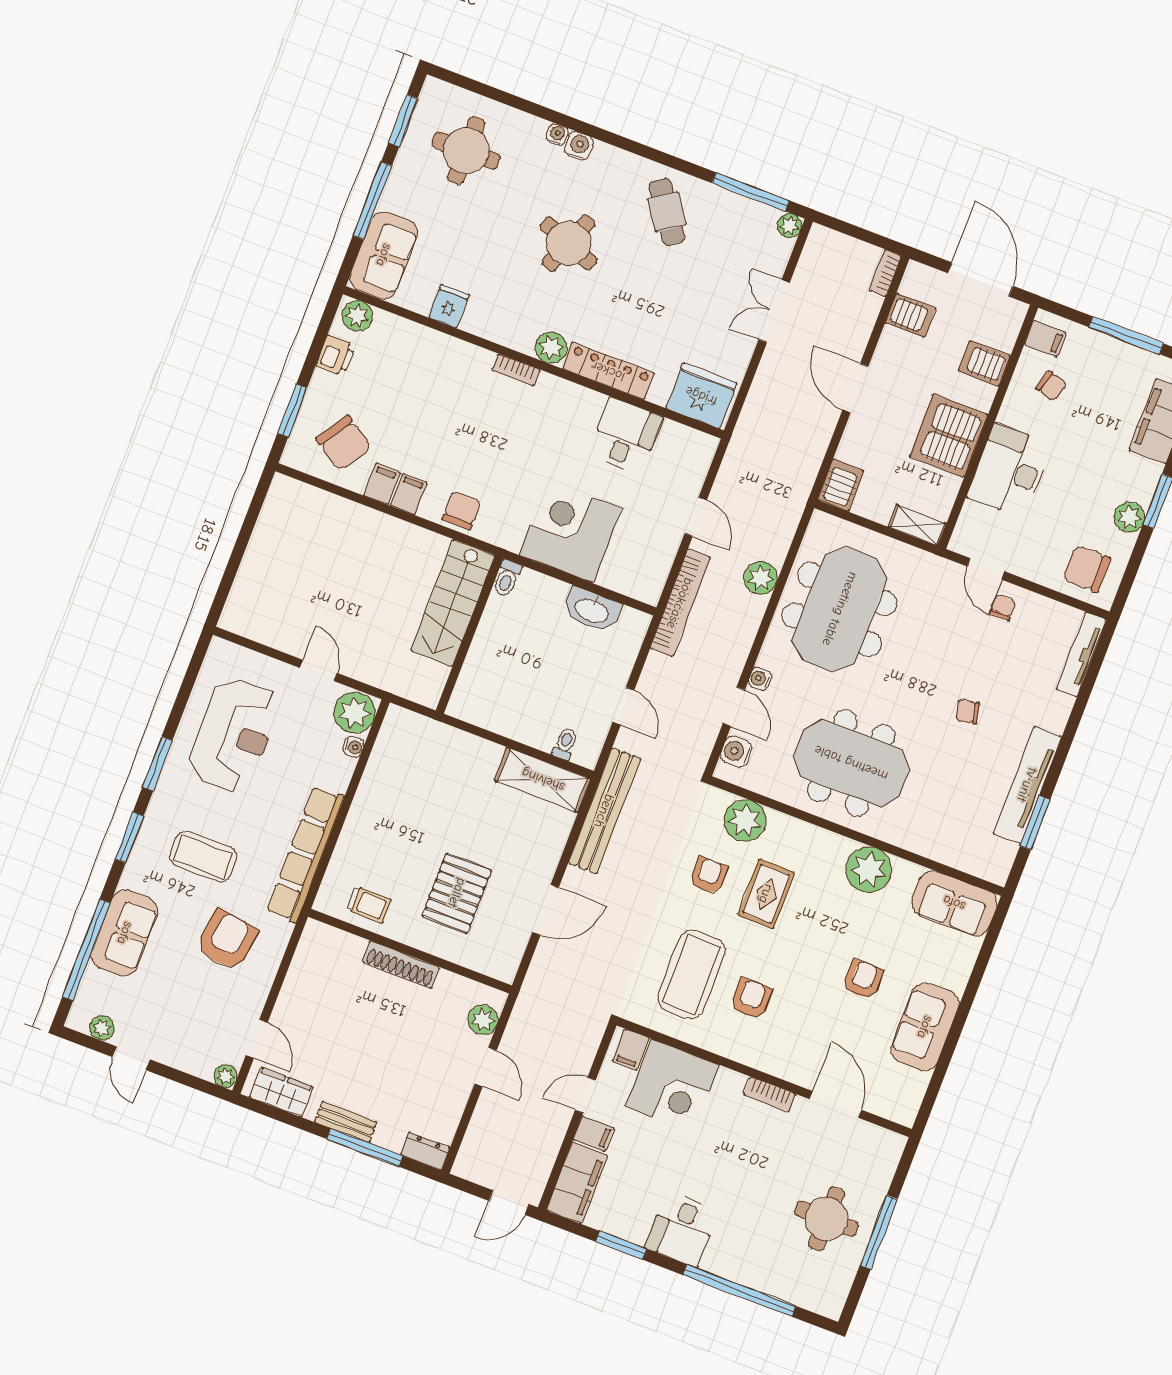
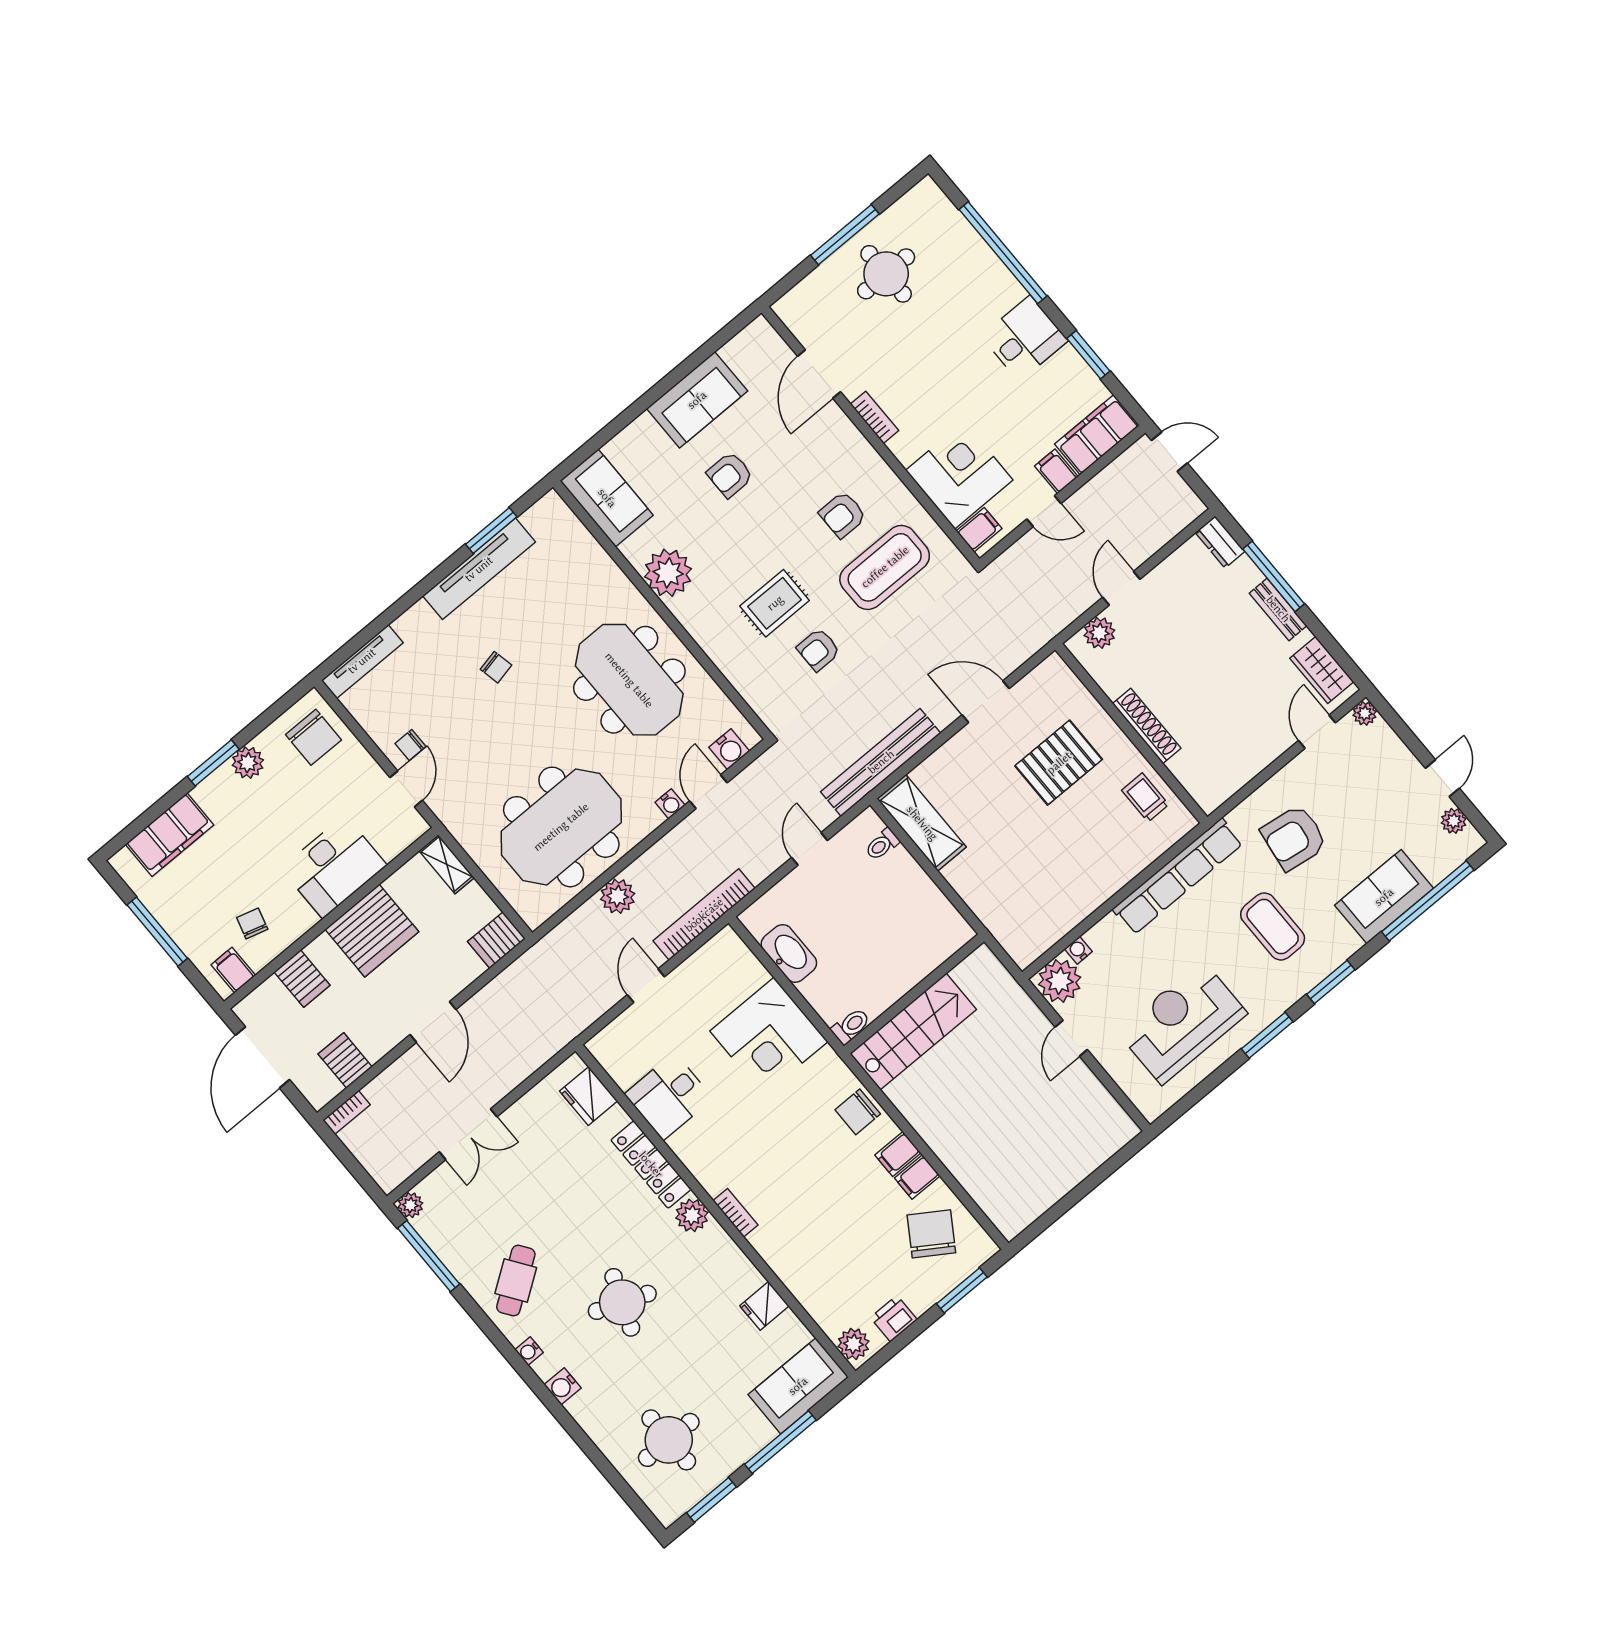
water cooler: (557, 134) -> (529, 1351), moved
fridge: (701, 396) -> (589, 1096), width x0.73, depth x0.75
plant: (745, 820) -> (756, 681), removed

